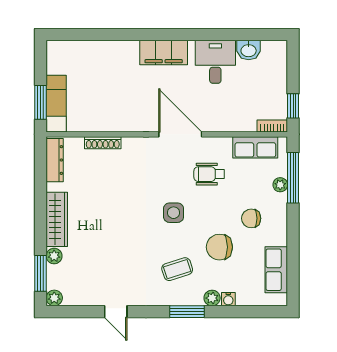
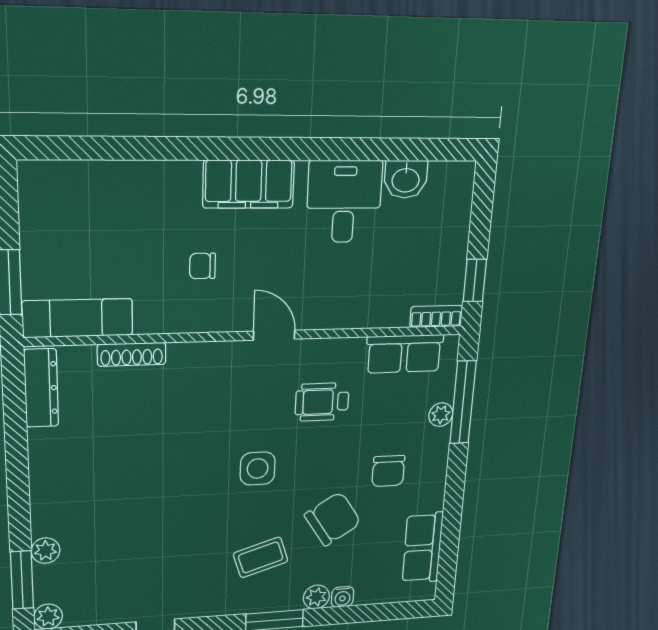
chair: (140, 95) -> (202, 266), added
exam couch: (56, 104) -> (78, 318), moved, turned -90
door: (180, 134) -> (274, 335), width x0.53
chair: (251, 218) -> (388, 471), turned -90
wardrobe: (57, 219) -> (48, 490), removed
chair: (219, 247) -> (333, 519), turned 147

